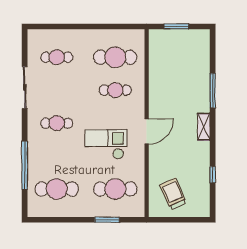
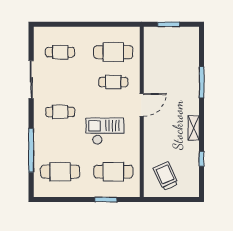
shelving: (204, 127) -> (194, 128), moved
door: (147, 131) -> (142, 105), moved

